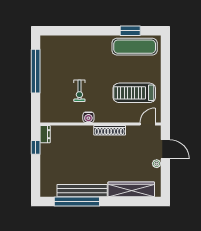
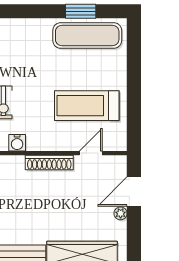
door: (148, 124) -> (91, 153), moved
door: (165, 149) -> (134, 192), swing flipped

